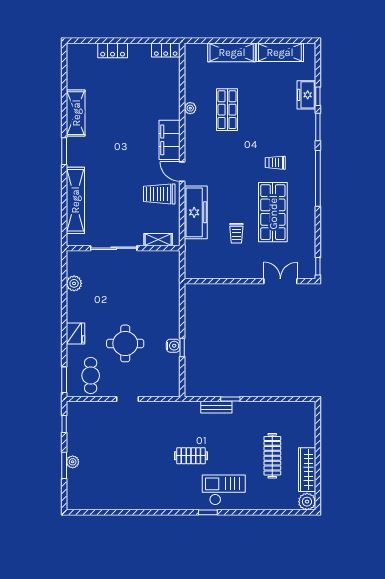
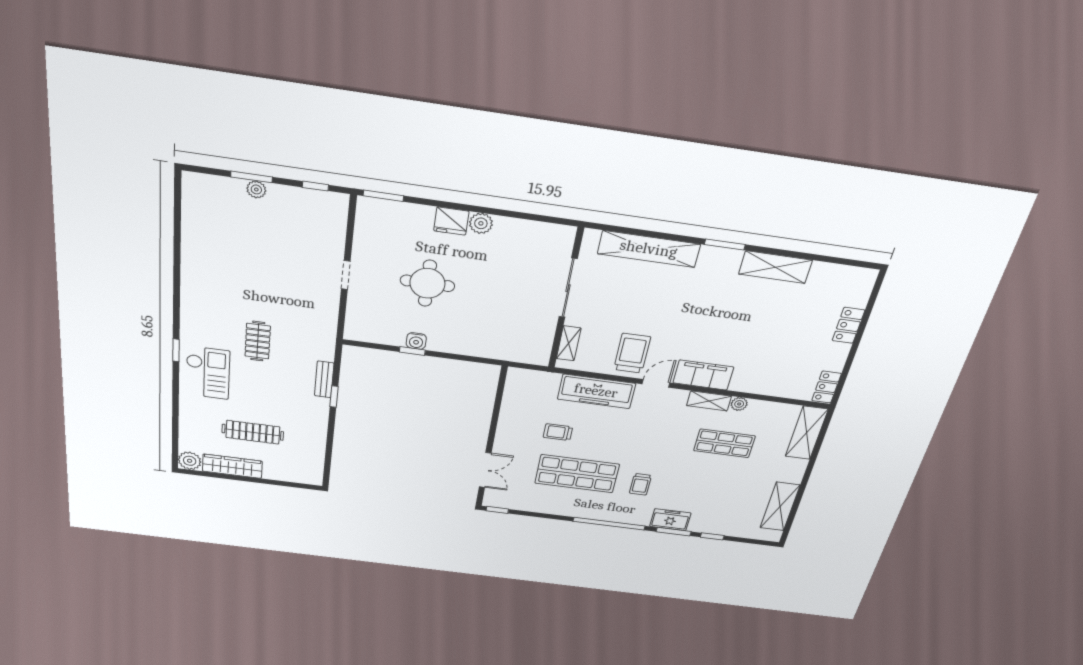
shelving: (232, 52) -> (807, 433), moved
freezer: (306, 95) -> (670, 520), moved
shelving: (191, 130) -> (709, 401), added
trolley: (275, 163) -> (640, 484), turned 180
plant: (74, 283) -> (481, 223), moved
cafe table: (91, 376) -> (386, 232), removed

